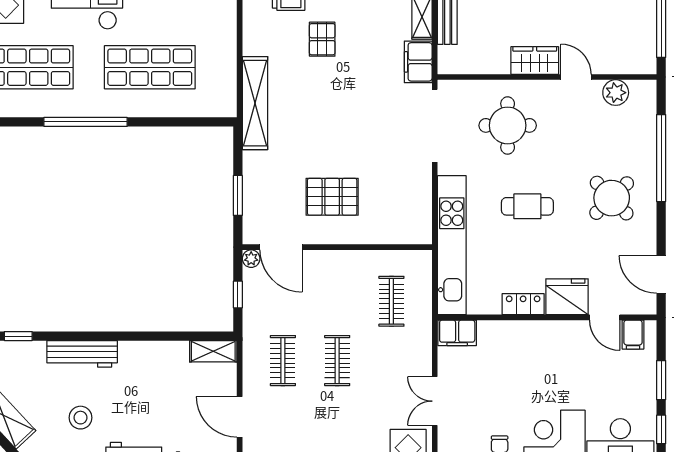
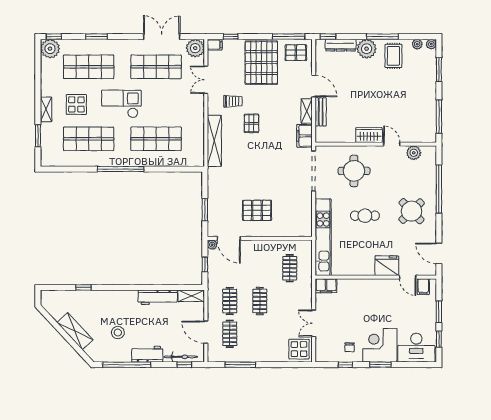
shelving: (255, 103) -> (214, 141), moved
locker: (523, 304) -> (363, 270), removed
workbench: (82, 354) -> (158, 297), moved
clothes rail: (283, 420) -> (230, 334), added

